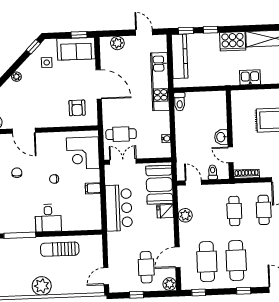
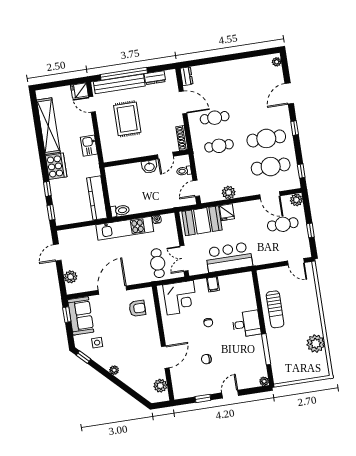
kitchen counter: (180, 56) -> (97, 198), moved, turned -90
kitchen unit: (160, 82) -> (125, 228), moved
plant: (42, 286) -> (316, 344), moved

